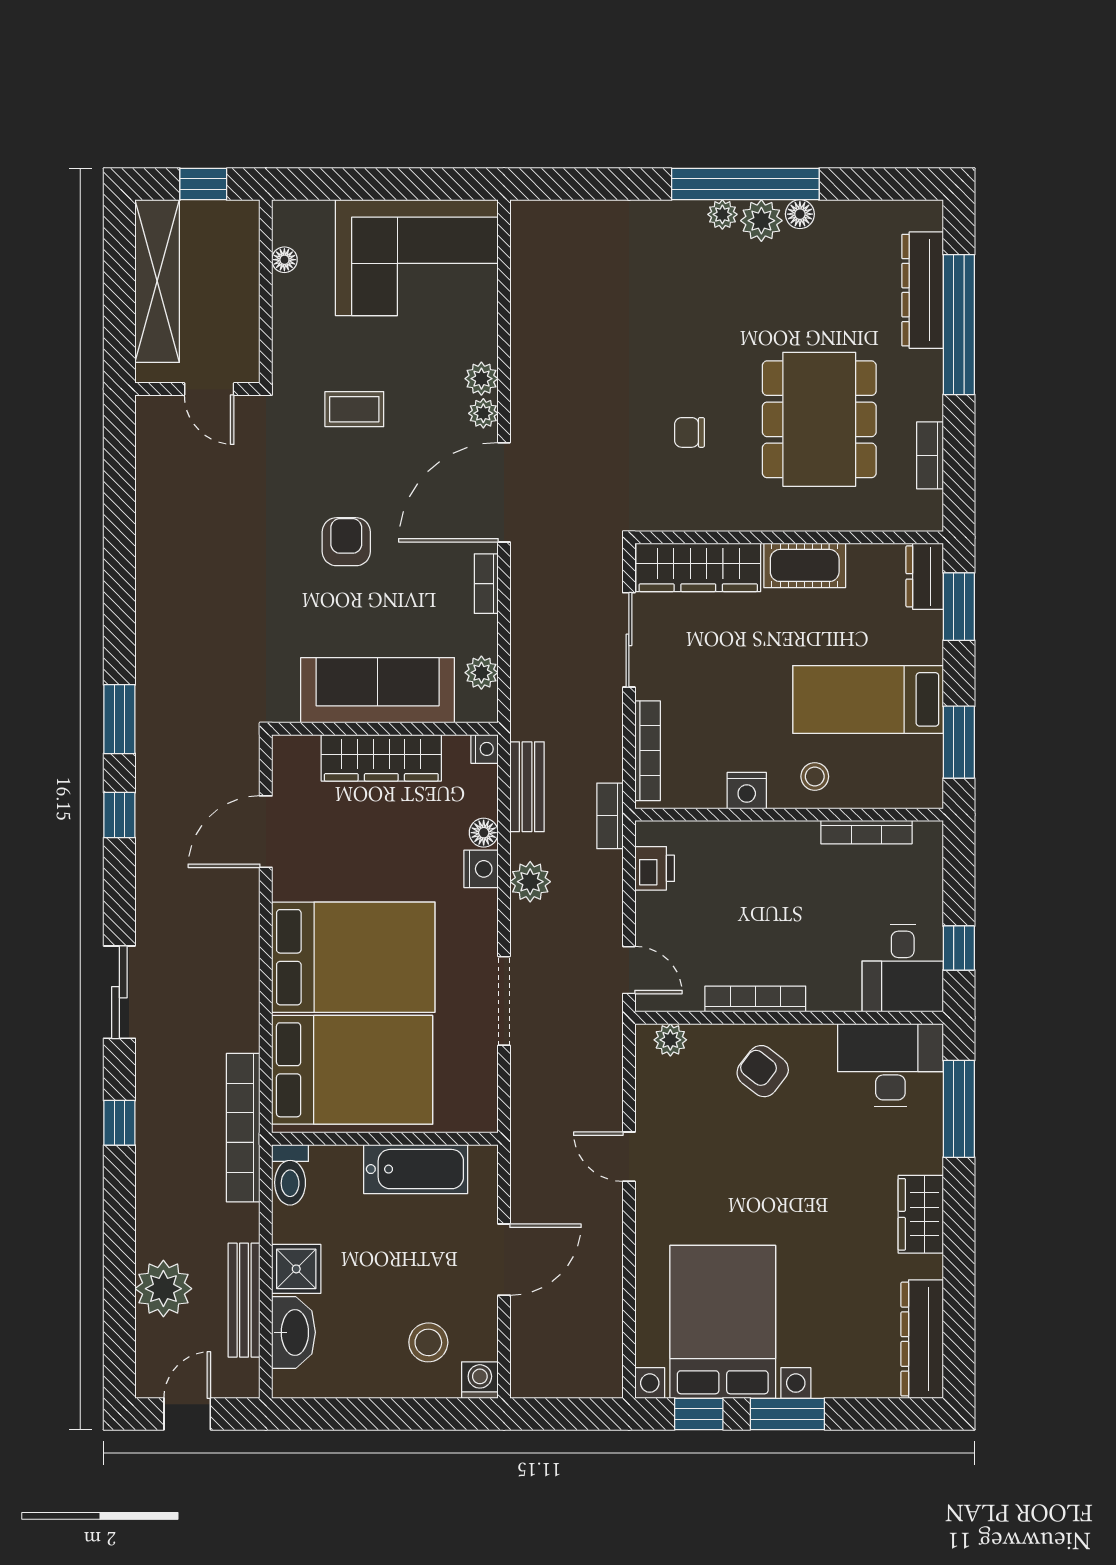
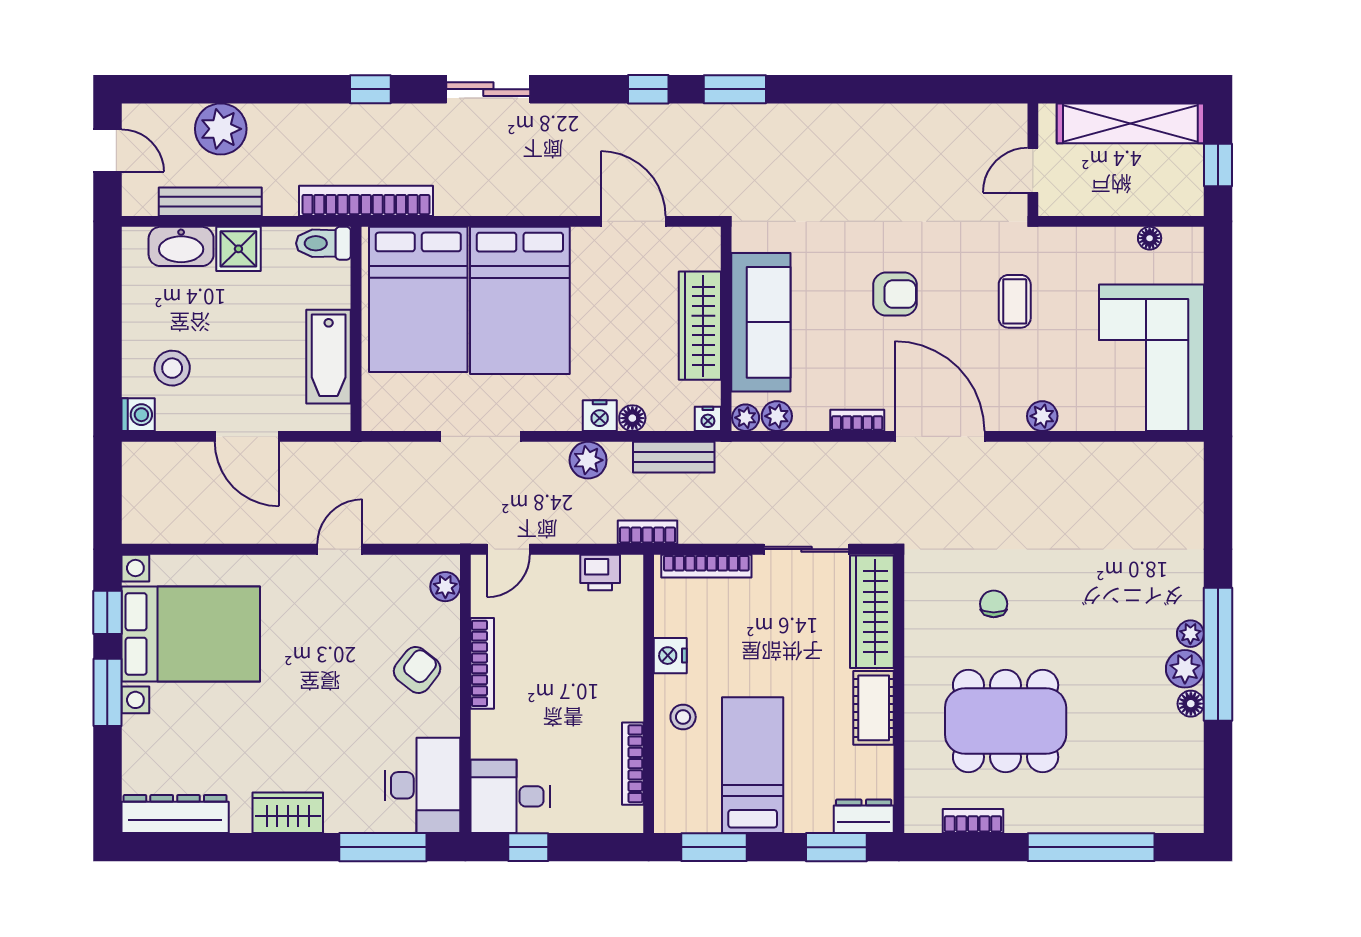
dresser: (923, 290) -> (1122, 814), removed
plant: (483, 413) -> (746, 418), moved

